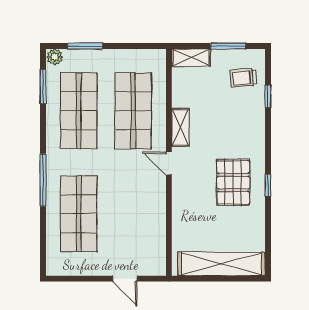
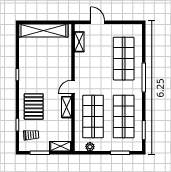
plant: (55, 57) -> (90, 147), moved
door: (169, 163) -> (73, 87), swing flipped
pallet: (233, 182) -> (34, 107), moved
shelving: (158, 244) -> (79, 42), added

